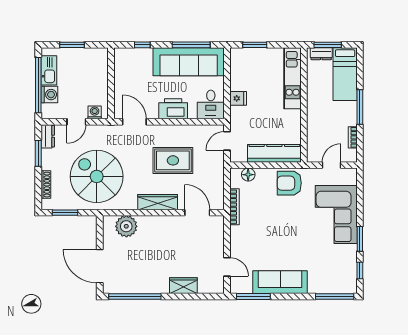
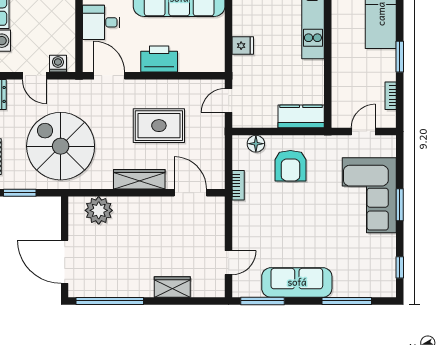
desk: (211, 104) -> (101, 22), moved, turned 90
window: (360, 107) -> (400, 57), width x0.69
door: (76, 122) -> (34, 76), hinge flipped
kitchen counter: (274, 153) -> (301, 116), width x0.67
armchair: (289, 183) -> (290, 166), moved, turned -90
bookcase: (234, 207) -> (238, 185), width x0.64
window: (360, 239) -> (400, 205), moved
door: (227, 267) -> (229, 263), hinge flipped
window: (335, 297) -> (347, 301), moved

